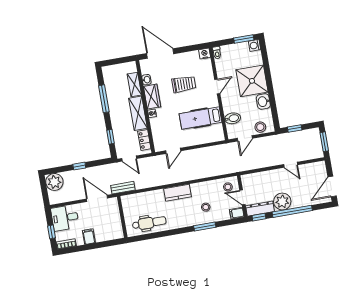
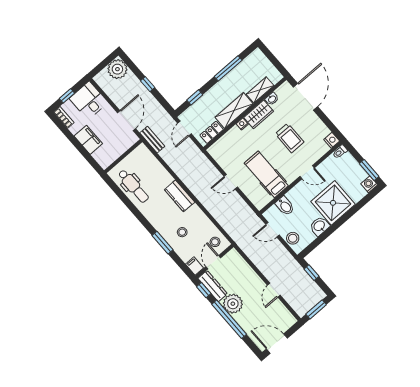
door: (173, 151) -> (231, 182), moved
filing cabinet: (89, 237) -> (88, 140), width x2.00

